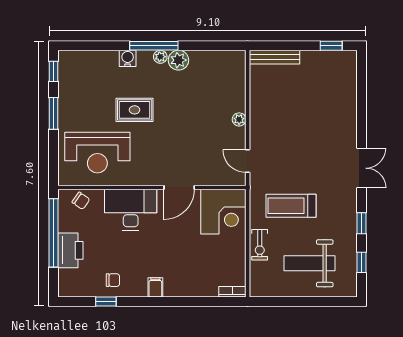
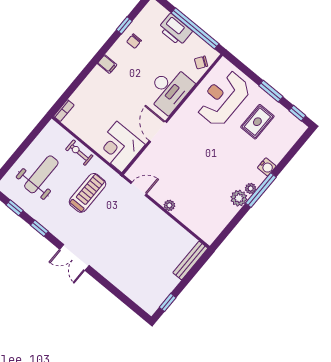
rug: (135, 110) -> (257, 122), moved

